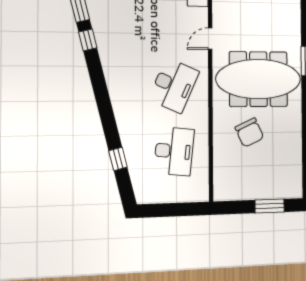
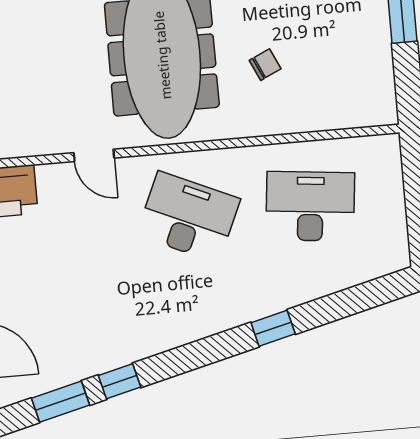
chair: (249, 133) -> (265, 65), width x0.54, depth x0.54
window: (118, 159) -> (273, 328), moved

